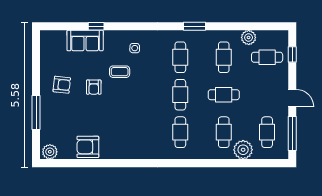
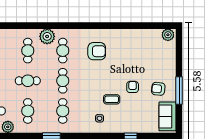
sofa: (85, 41) -> (167, 116), moved, turned -90
window: (36, 113) -> (179, 91), moved
armchair: (88, 147) -> (97, 51), moved
plant: (243, 150) -> (47, 36), moved

